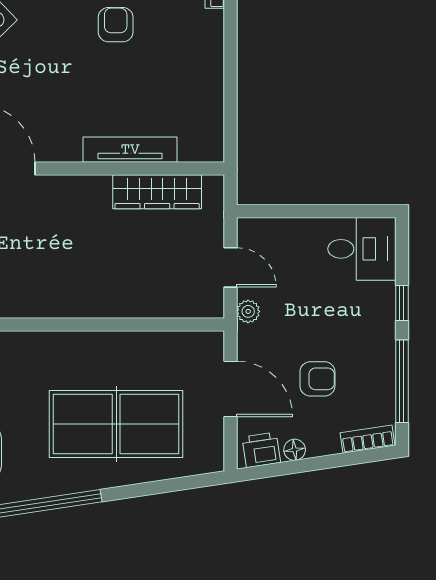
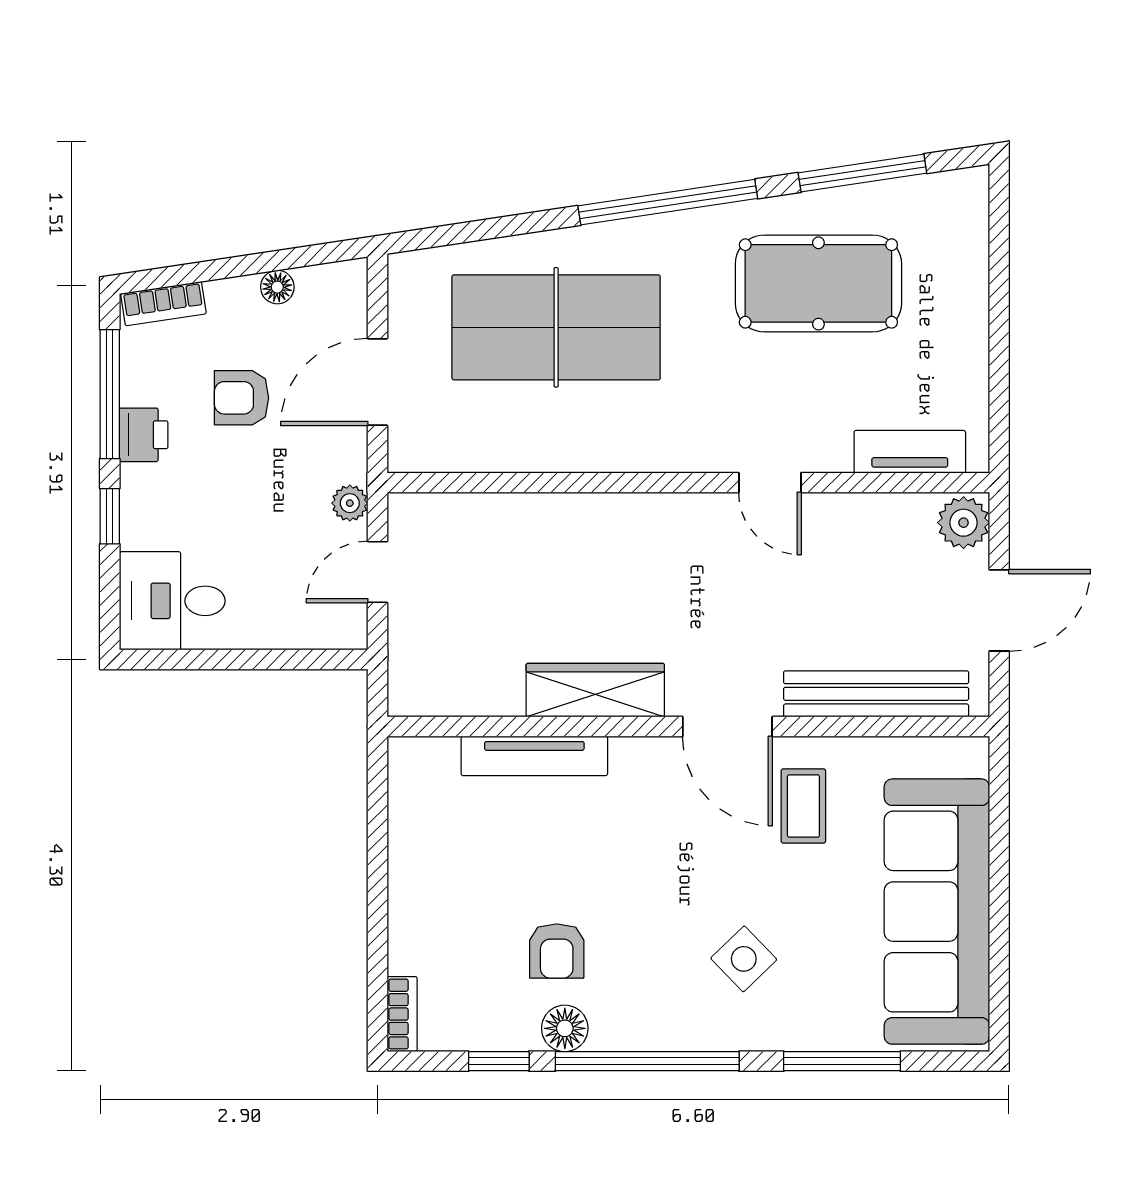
wardrobe: (157, 192) -> (595, 690), moved
door: (230, 267) -> (377, 572), hinge flipped
door: (230, 389) -> (377, 382), hinge flipped
printer: (261, 450) -> (144, 435), moved, turned -82

